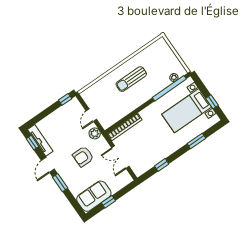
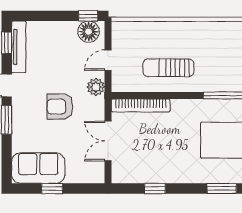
sun lounger: (131, 79) -> (168, 68), moved
floor lamp: (71, 107) -> (89, 32), added

